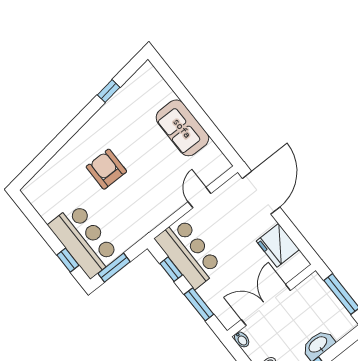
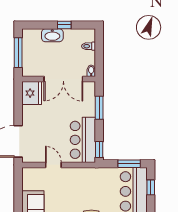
door: (199, 198) -> (53, 165), swing flipped
fridge: (278, 245) -> (32, 93), moved
window: (171, 269) -> (99, 150), moved

